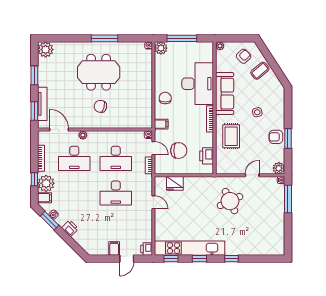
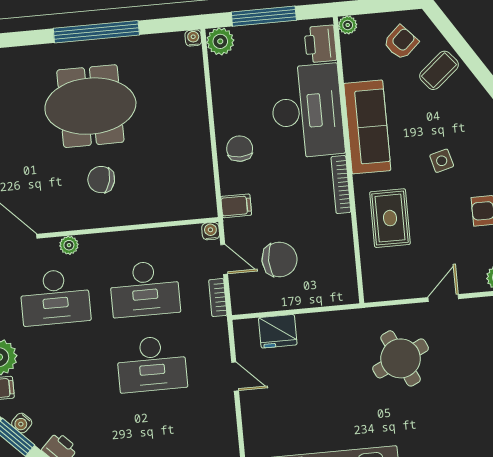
window: (104, 38) -> (96, 32), width x1.46
printer: (207, 156) -> (320, 44), moved

